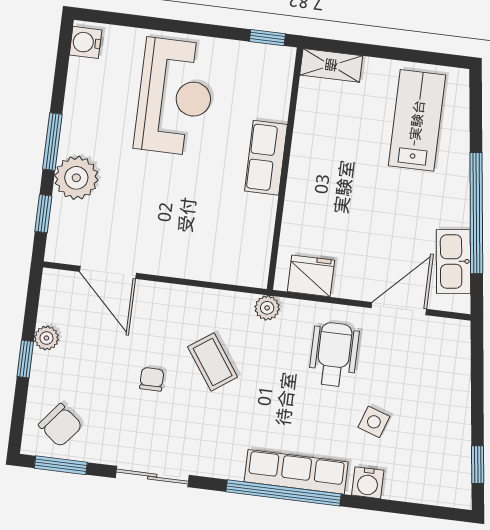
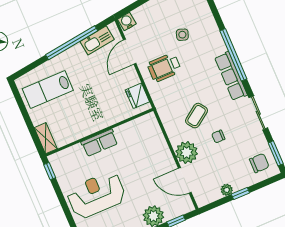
door: (108, 272) -> (185, 180), swing flipped
plant: (267, 308) -> (187, 152), moved, width x1.88, depth x1.88
door: (399, 309) -> (130, 52), hinge flipped
chair: (60, 425) -> (259, 163), turned 51
row of seats: (296, 472) -> (231, 76), moved
water cooler: (368, 483) -> (127, 21), moved, turned -97

